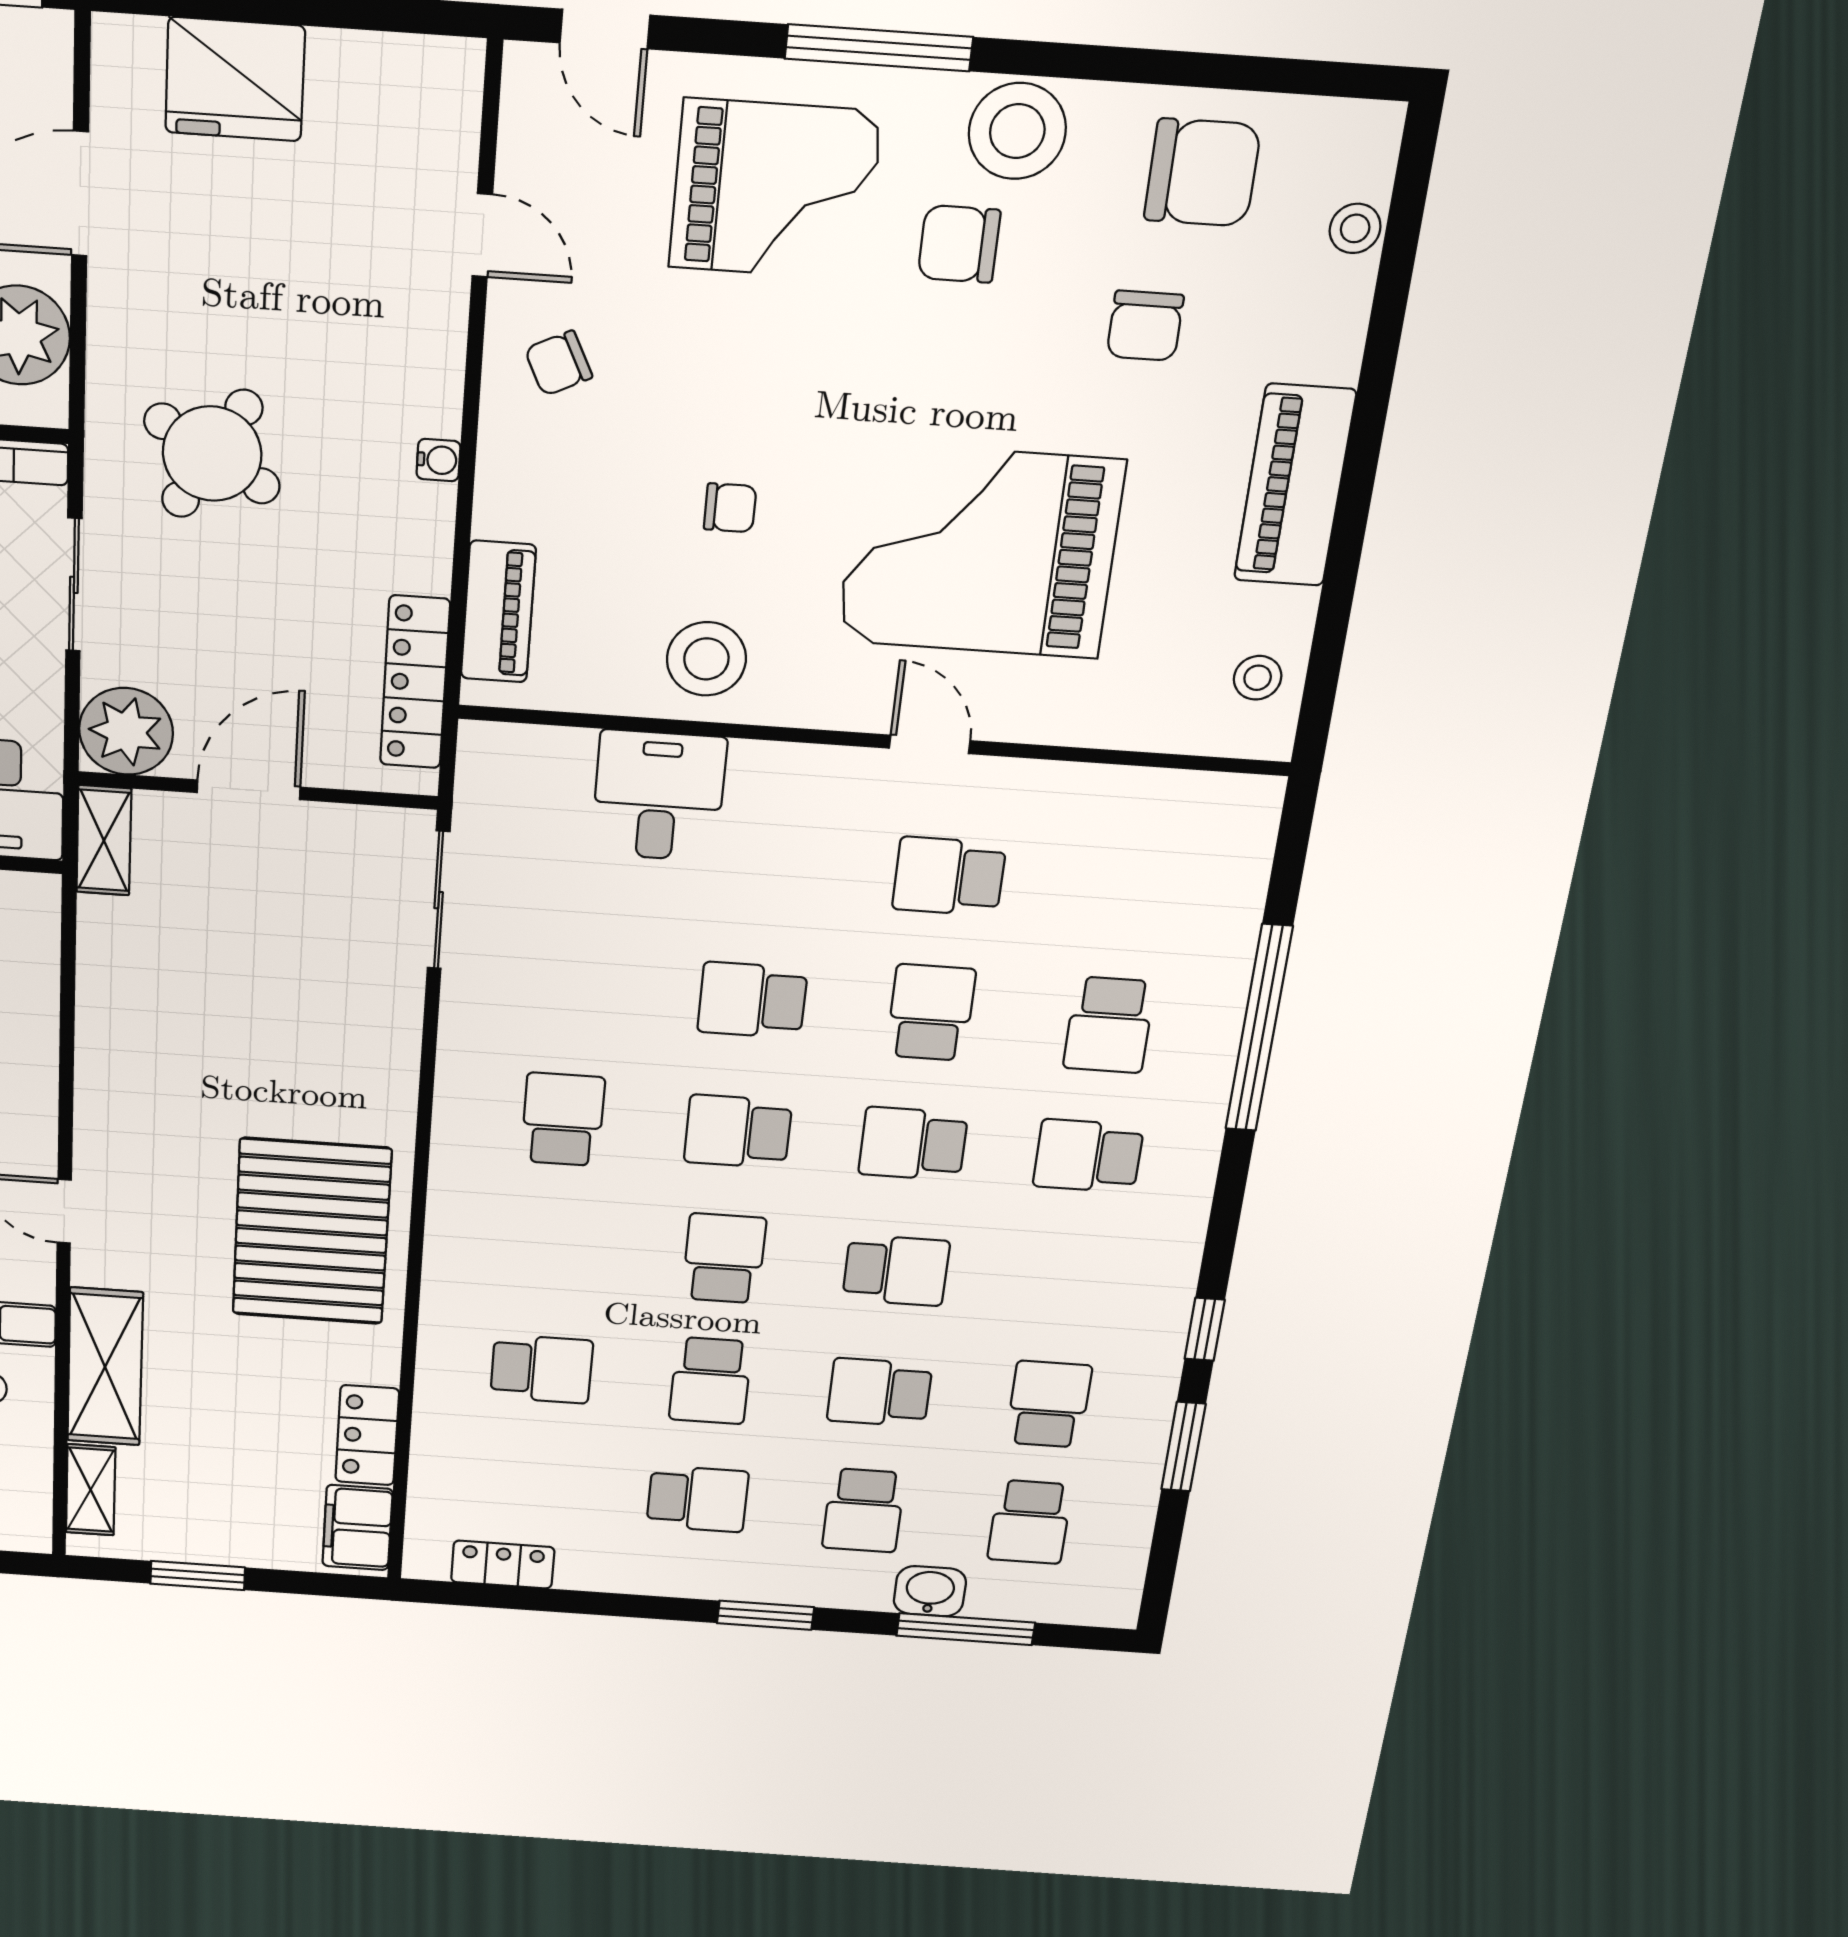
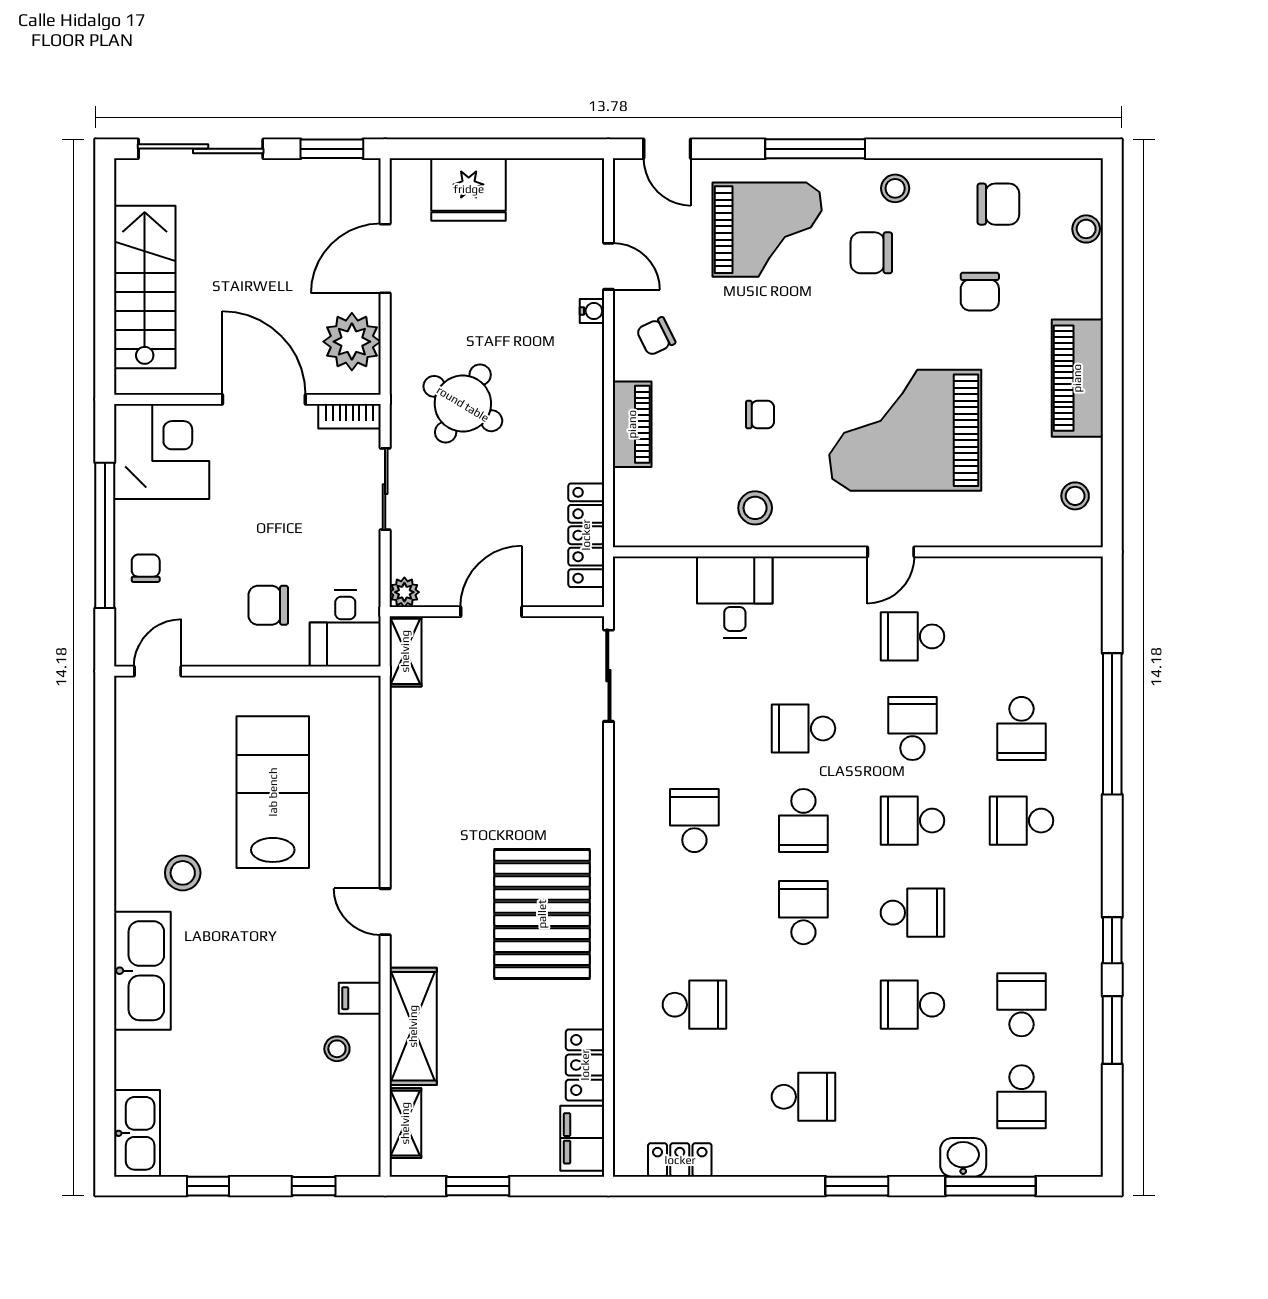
stool: (1017, 131) -> (895, 188), width x0.53, depth x0.53
chair: (1202, 173) -> (998, 204), width x0.73, depth x0.73
water cooler: (438, 460) -> (592, 311), moved
piano: (498, 612) -> (632, 424), moved
stool: (706, 659) -> (755, 508), width x0.73, depth x0.73
plant: (126, 731) -> (404, 592), width x0.53, depth x0.53
door: (930, 744) -> (891, 552), swing flipped
school desk: (738, 1132) -> (803, 821), turned -90
school desk: (710, 1381) -> (803, 1005), removed
school desk: (864, 1510) -> (912, 1097), removed

